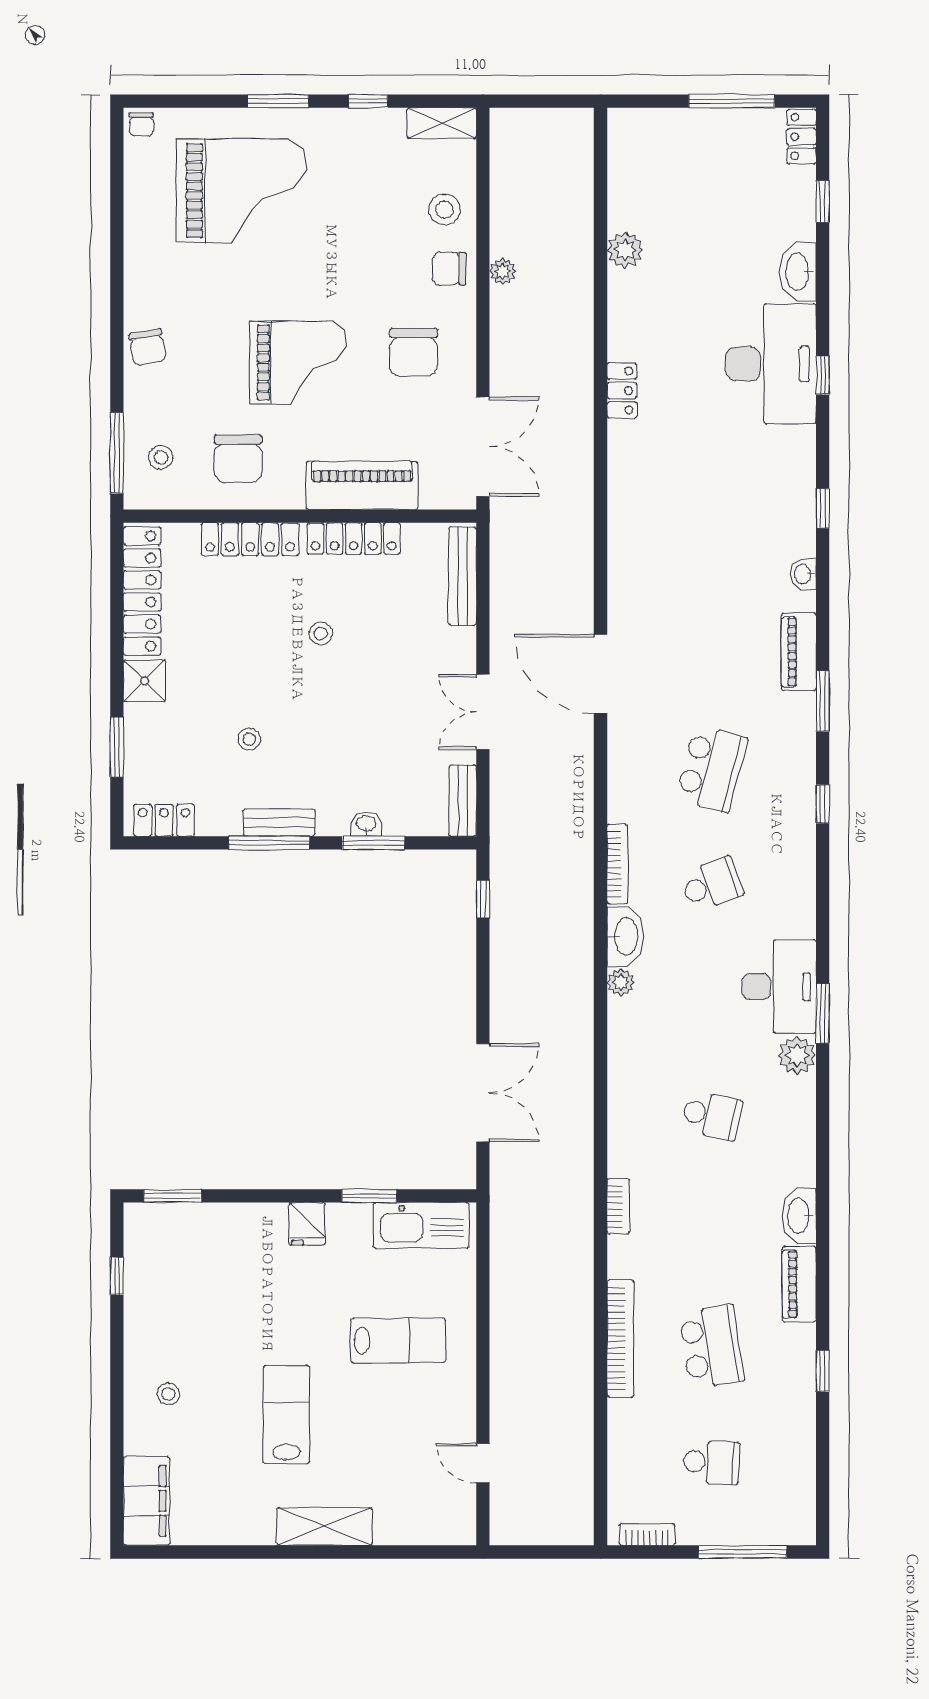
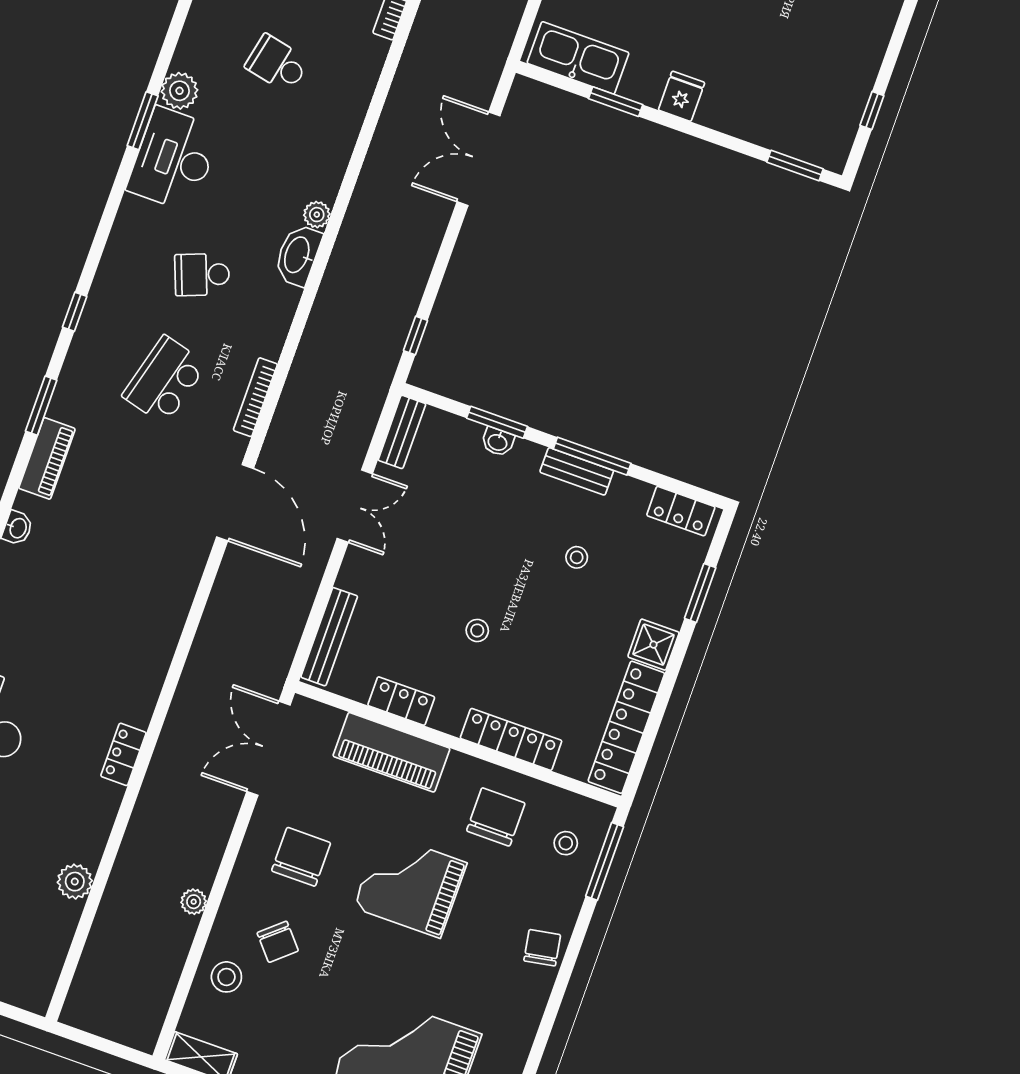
chair: (449, 269) -> (278, 942), moved, turned 49
locker: (354, 538) -> (401, 701), width x0.66
bookcase: (617, 864) -> (255, 397), moved

